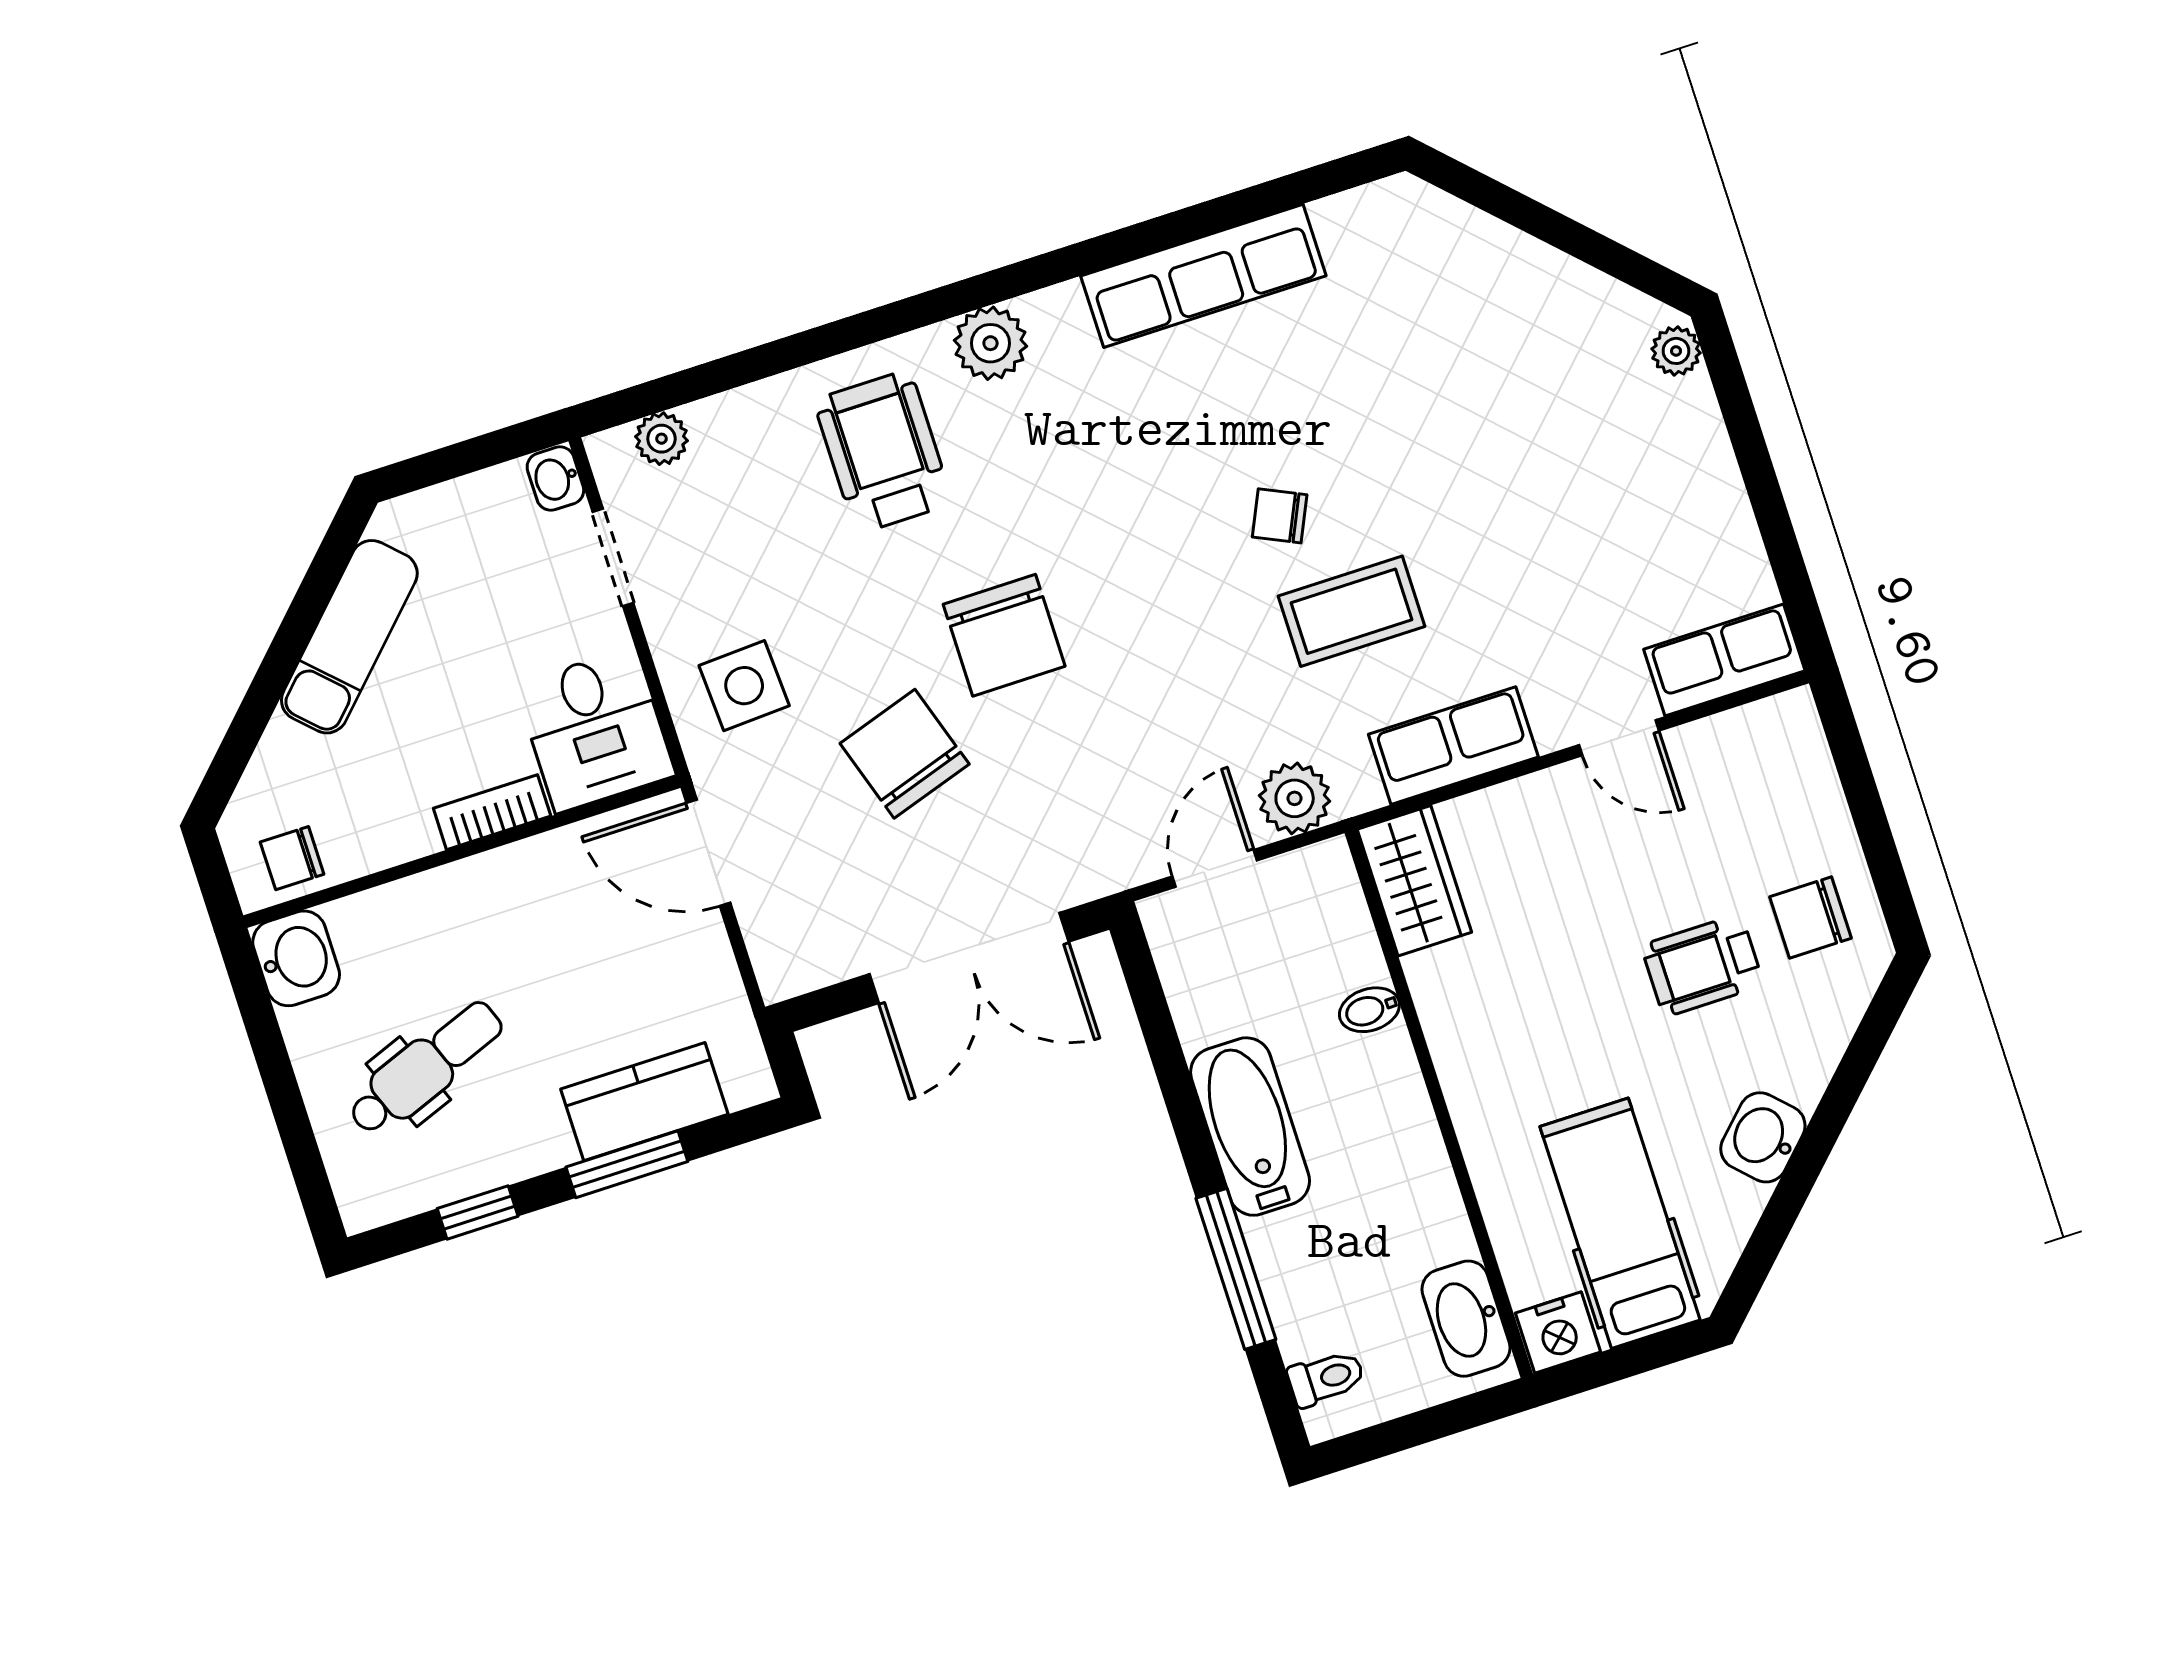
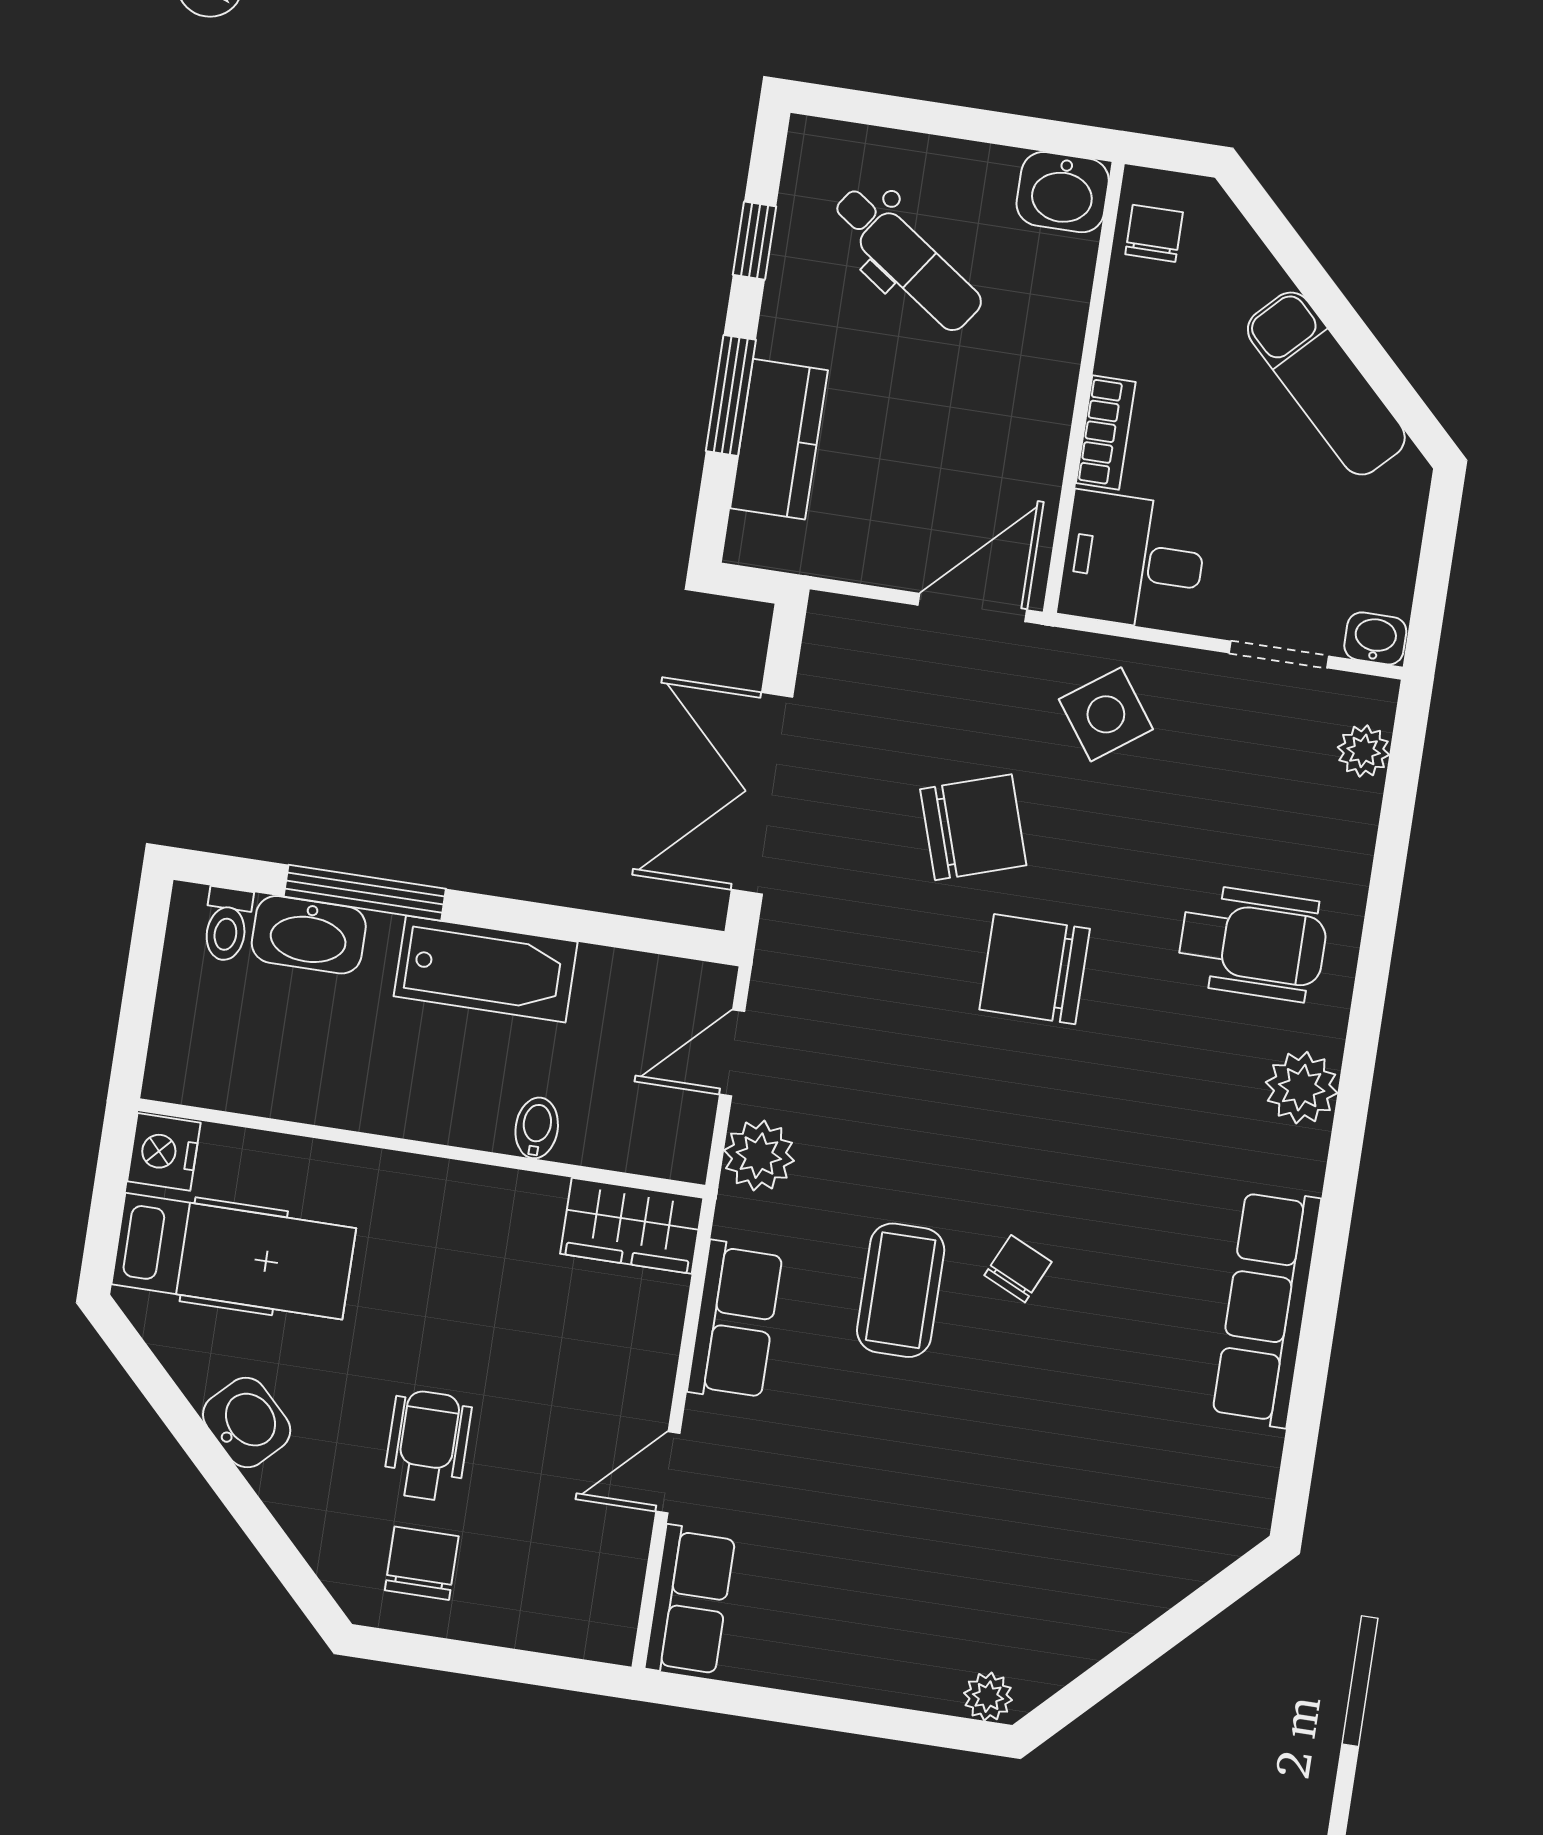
side table: (744, 686) -> (1106, 714), turned -33
door: (1215, 868) -> (732, 1053), swing flipped
dental chair: (425, 1068) -> (907, 258), turned -34
washbasin: (1466, 1319) -> (309, 935), moved, turned 180

